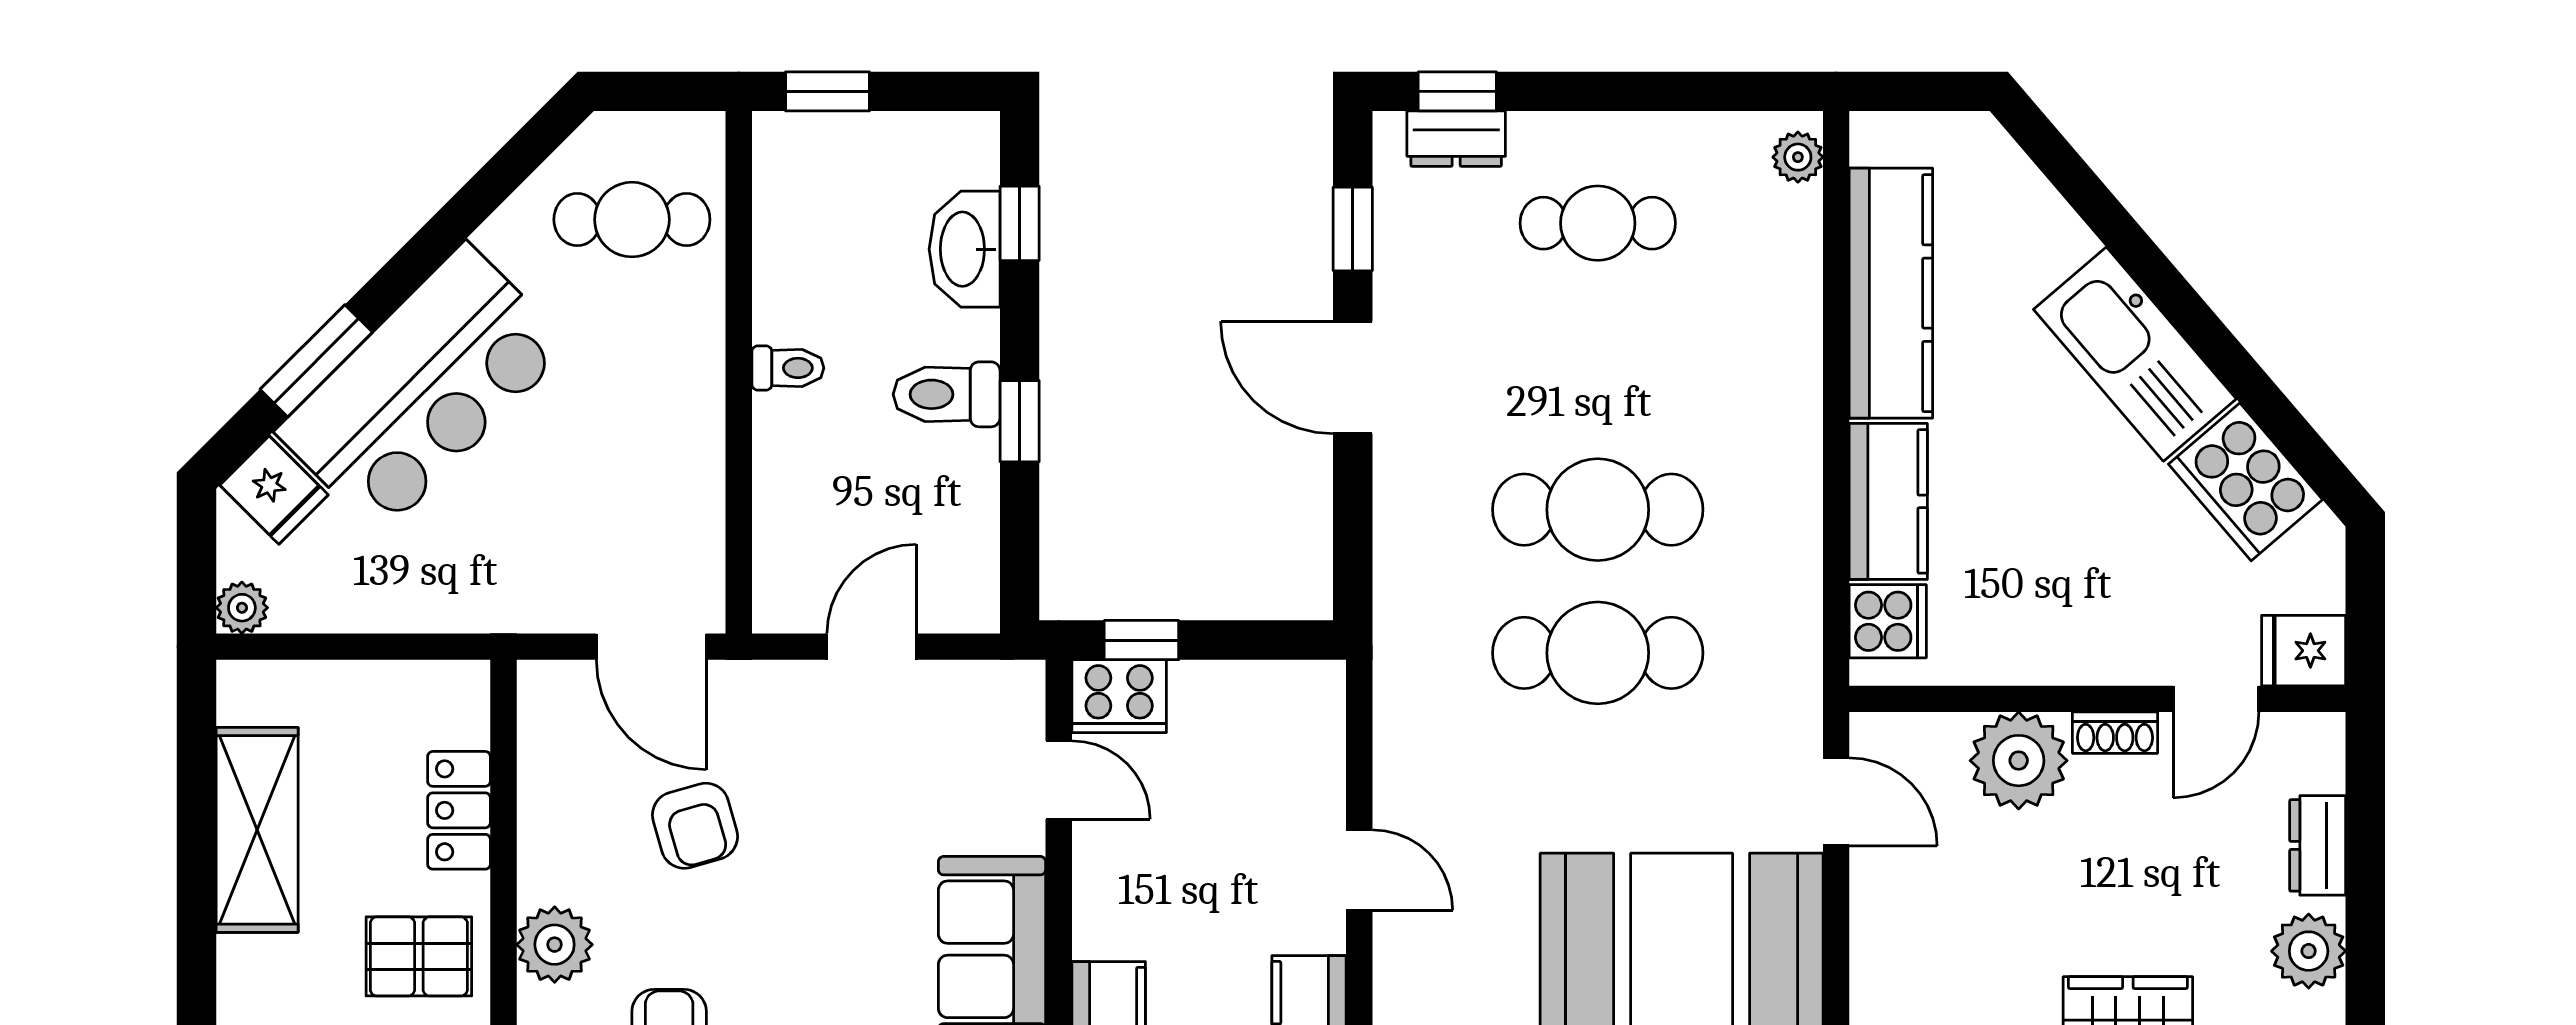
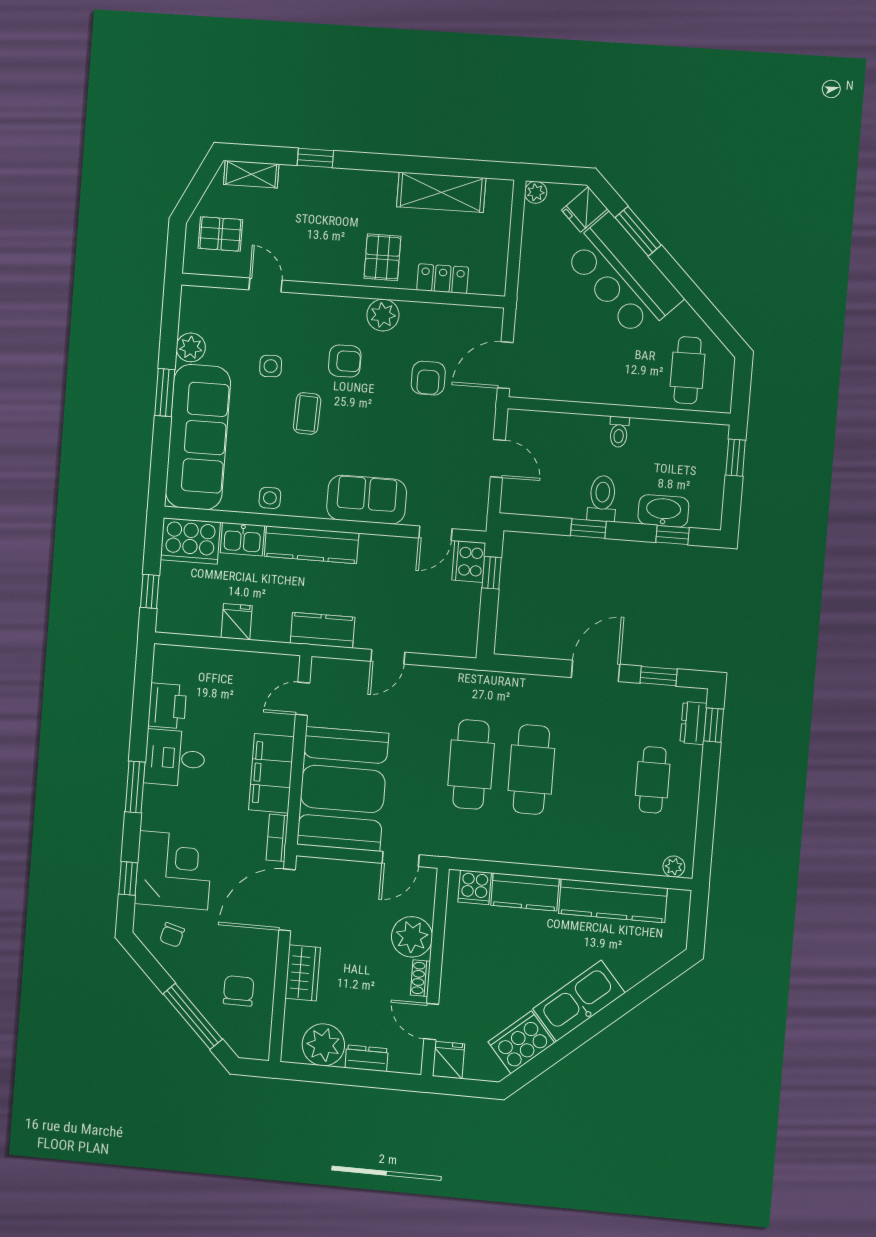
armchair: (695, 826) -> (428, 378), turned -74
plant: (2309, 951) -> (323, 1045), width x1.36, depth x1.36

